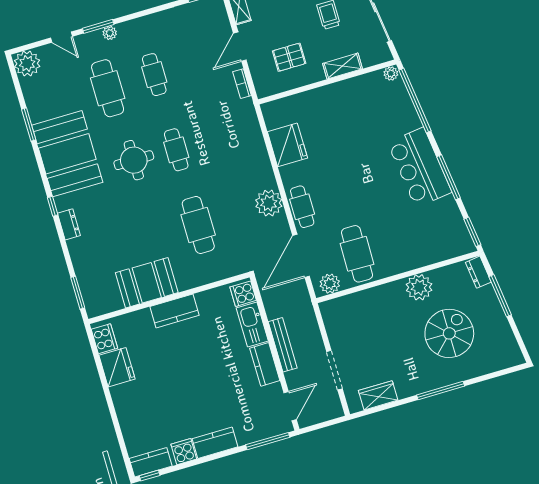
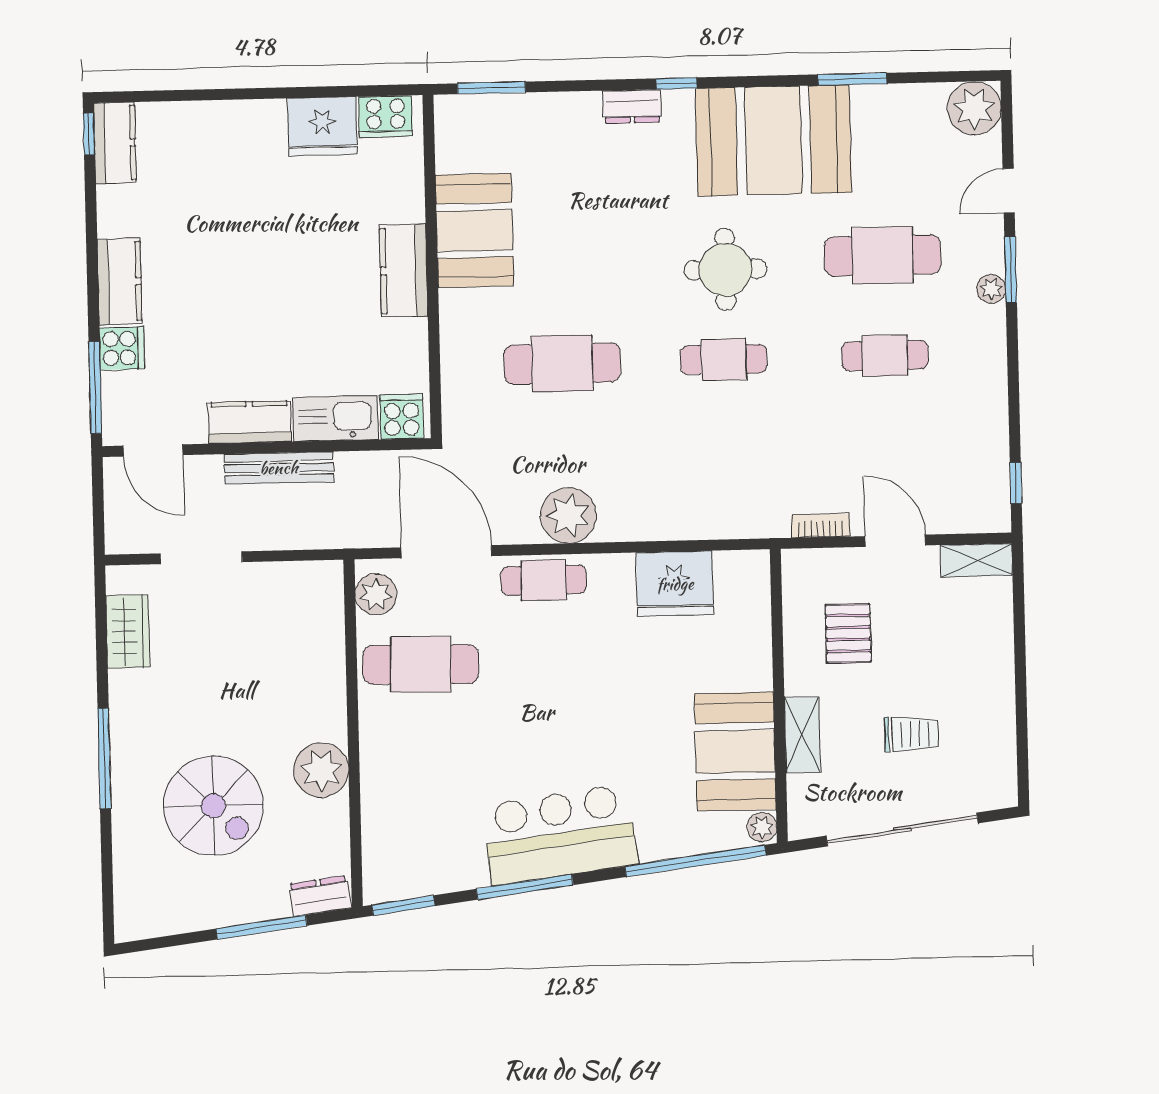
booth: (359, 95) -> (735, 751), added
cooker: (184, 452) -> (122, 348), moved

